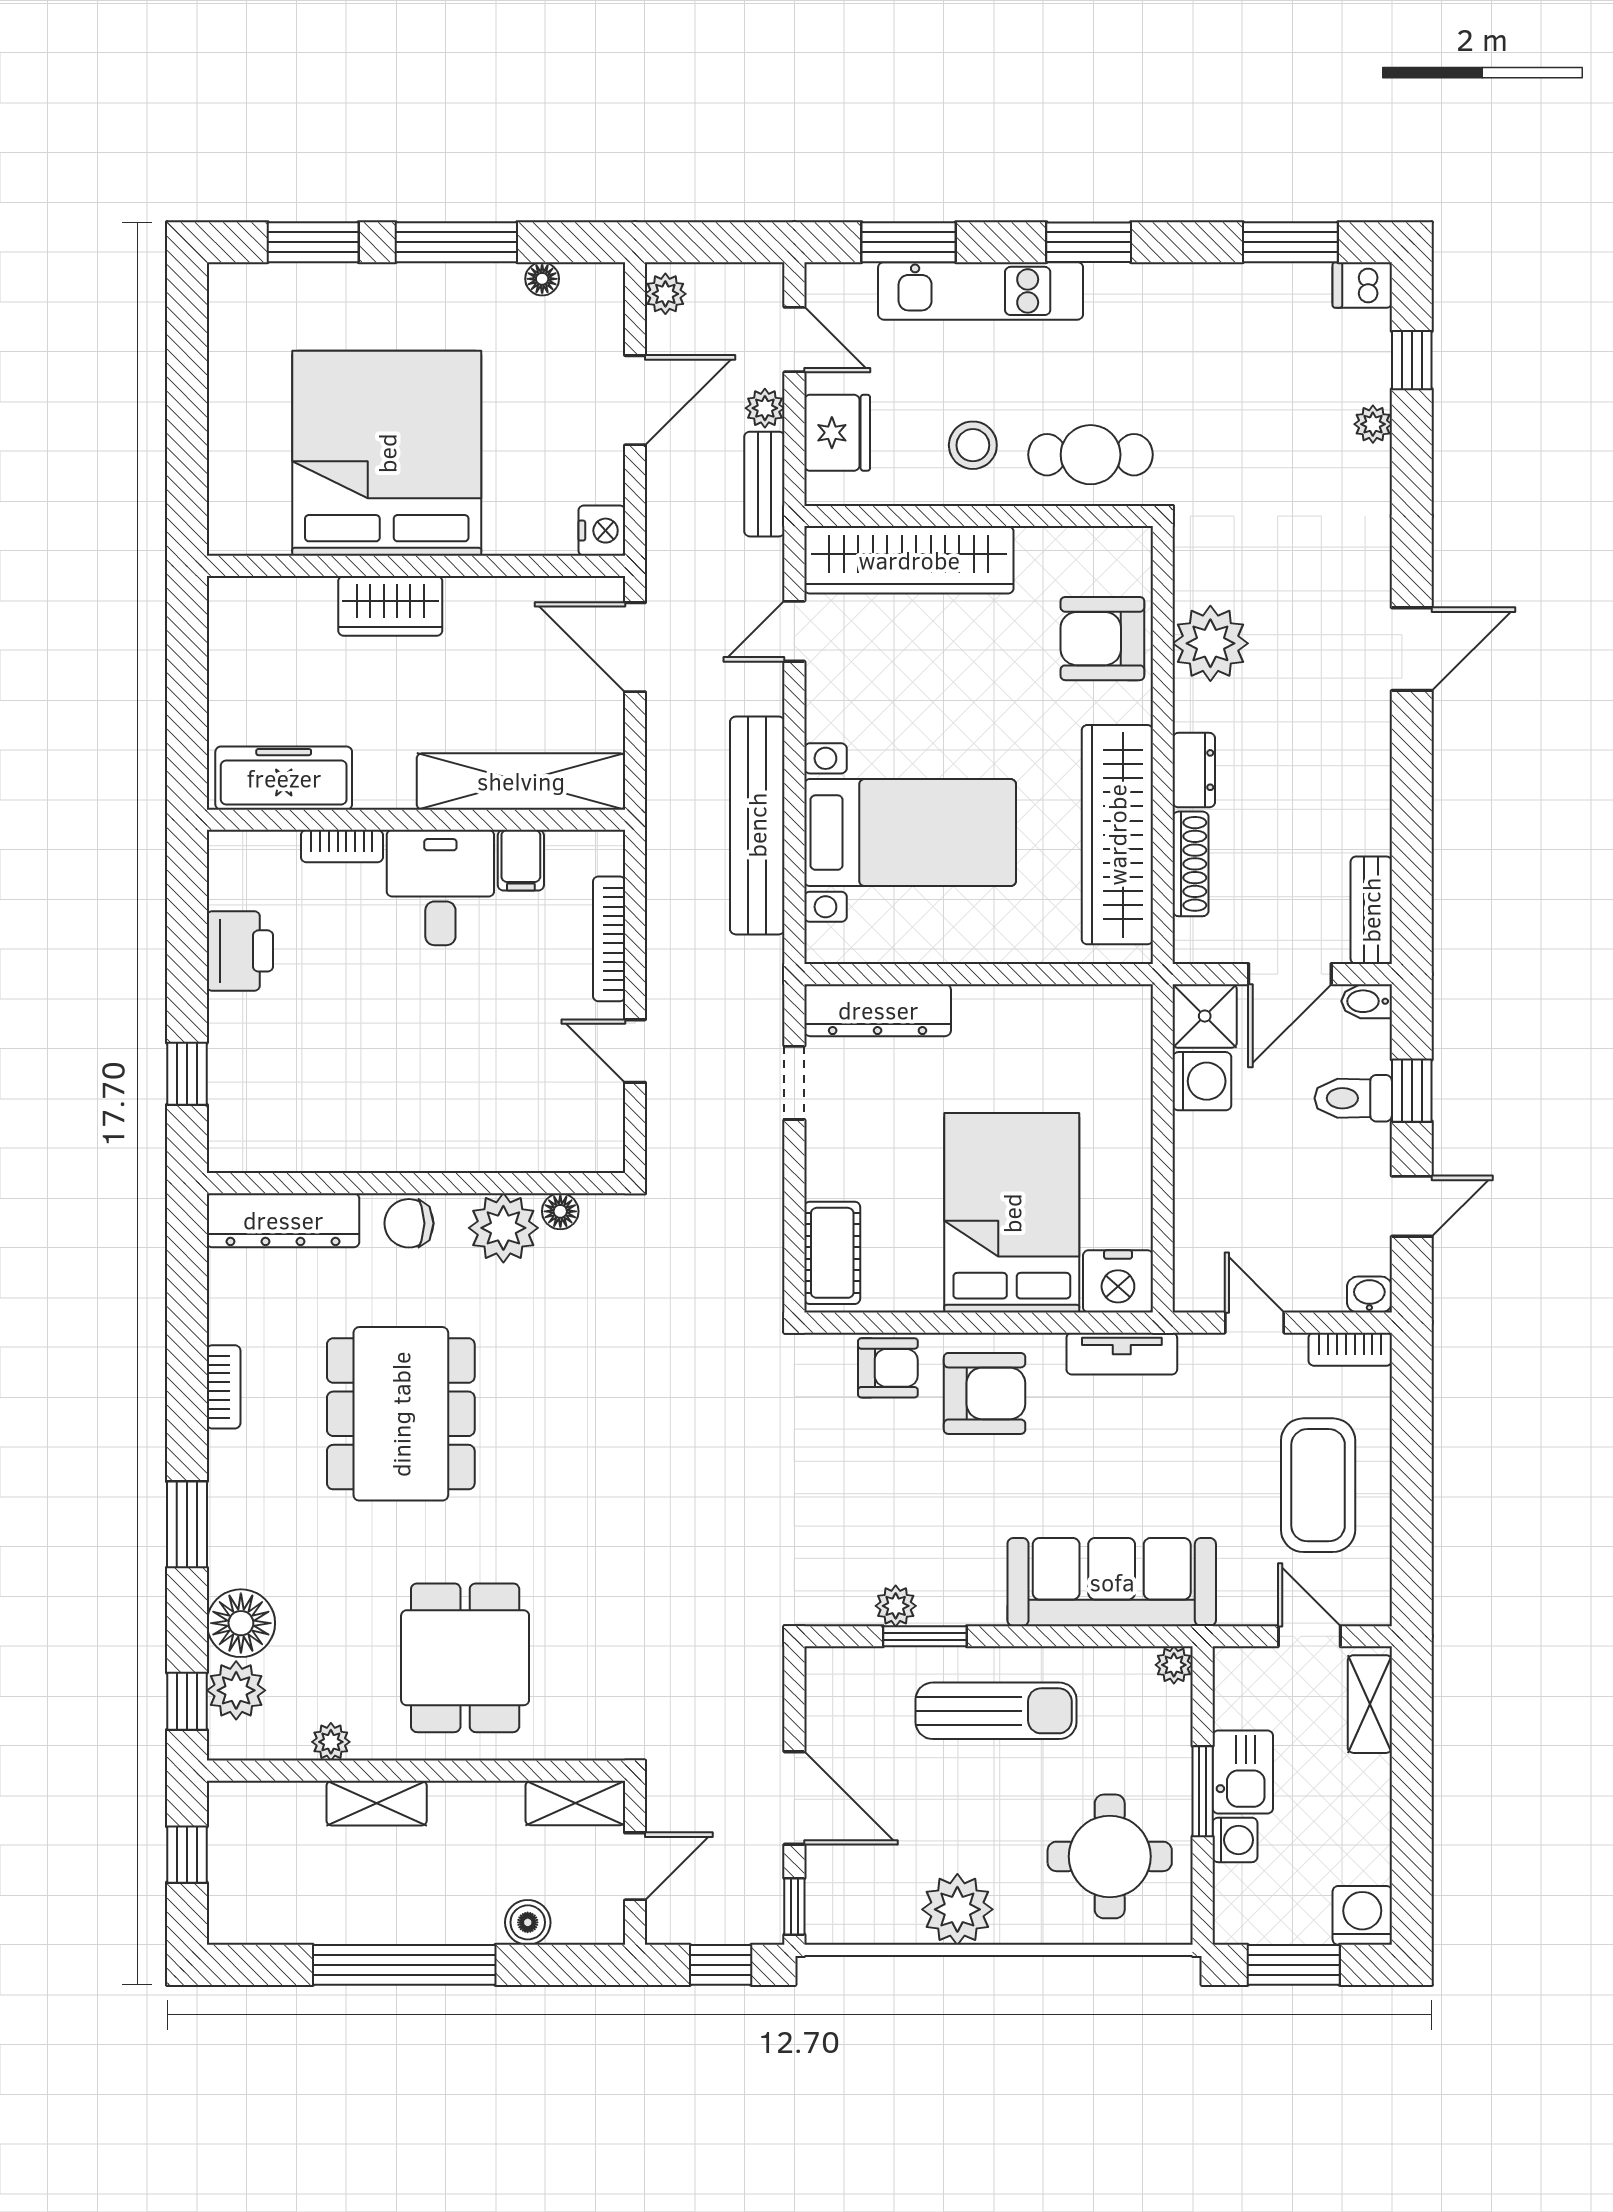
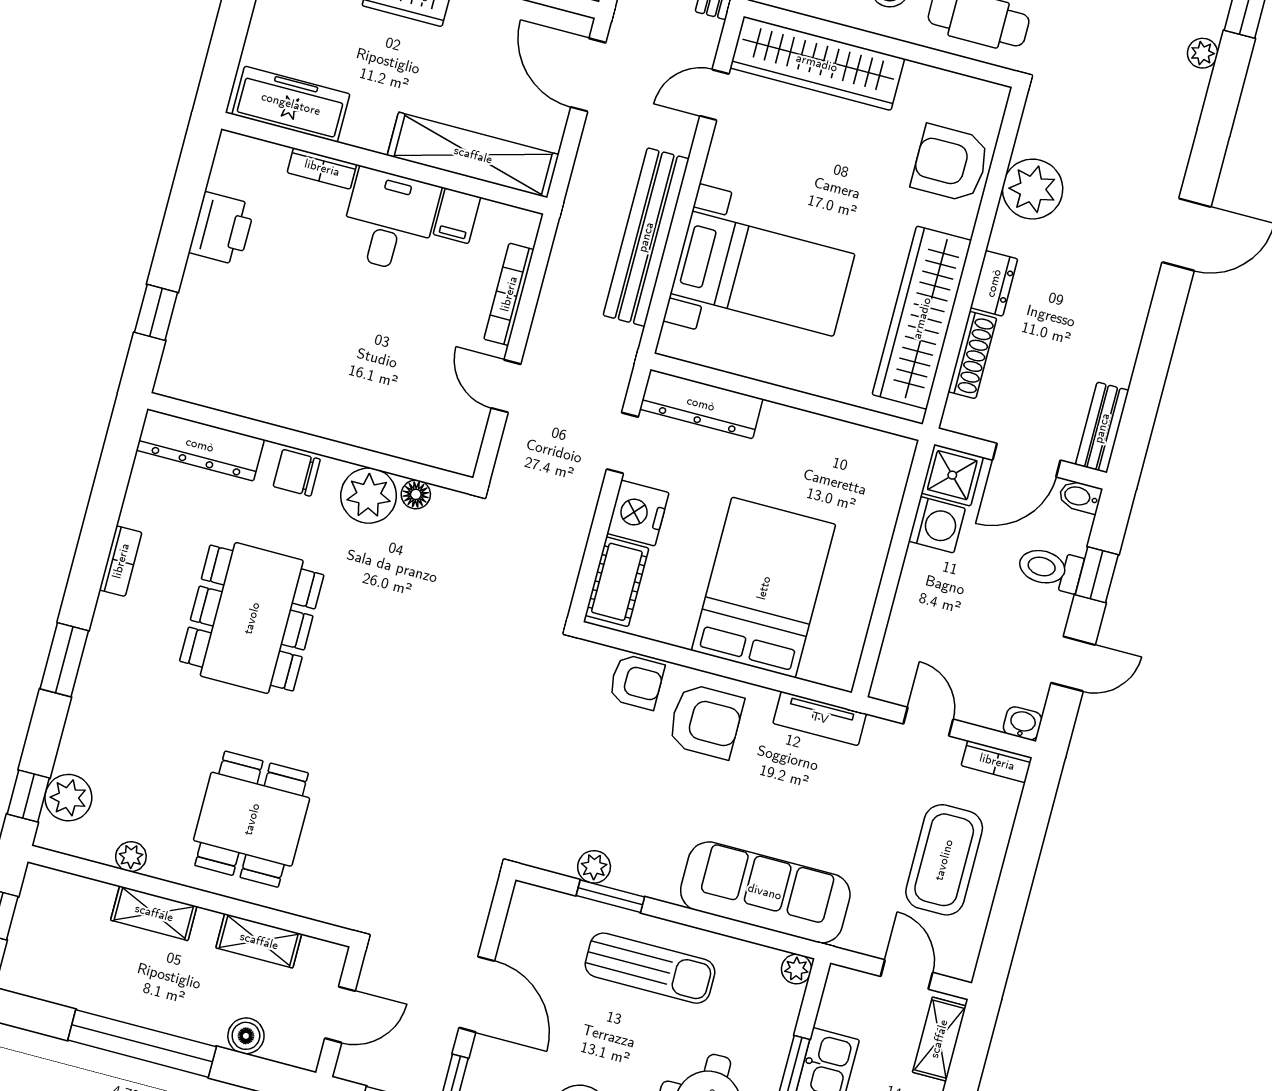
nightstand: (1118, 1281) -> (638, 513), moved, turned 90
floor lamp: (241, 1623) -> (86, 747), removed
shelving: (575, 1803) -> (259, 941), moved

